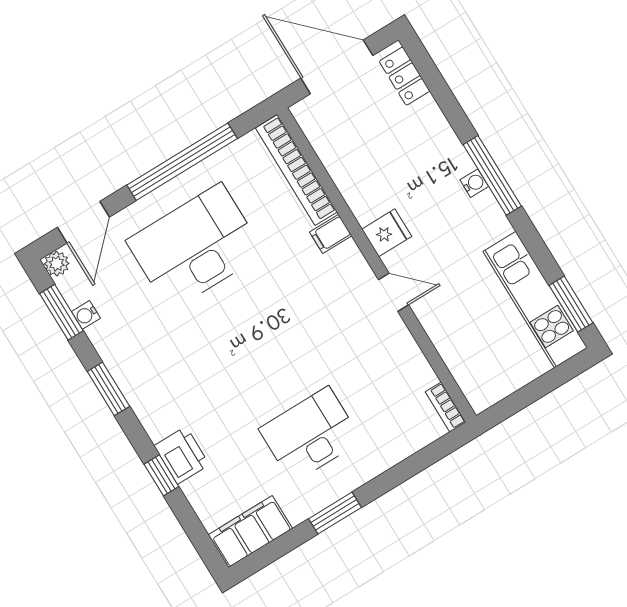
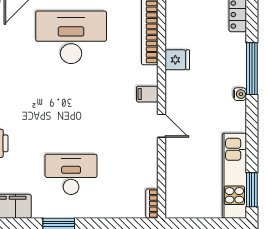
window: (492, 175) -> (252, 69), moved
fridge: (387, 233) -> (177, 60), moved
filing cabinet: (331, 234) -> (147, 94), moved

